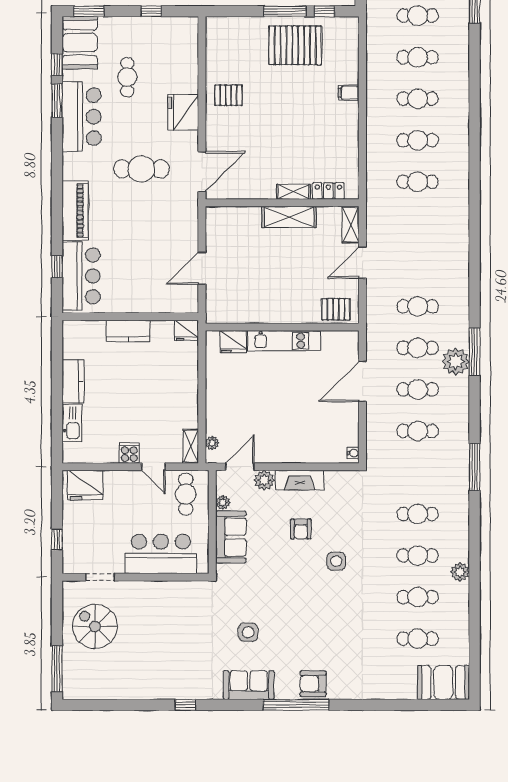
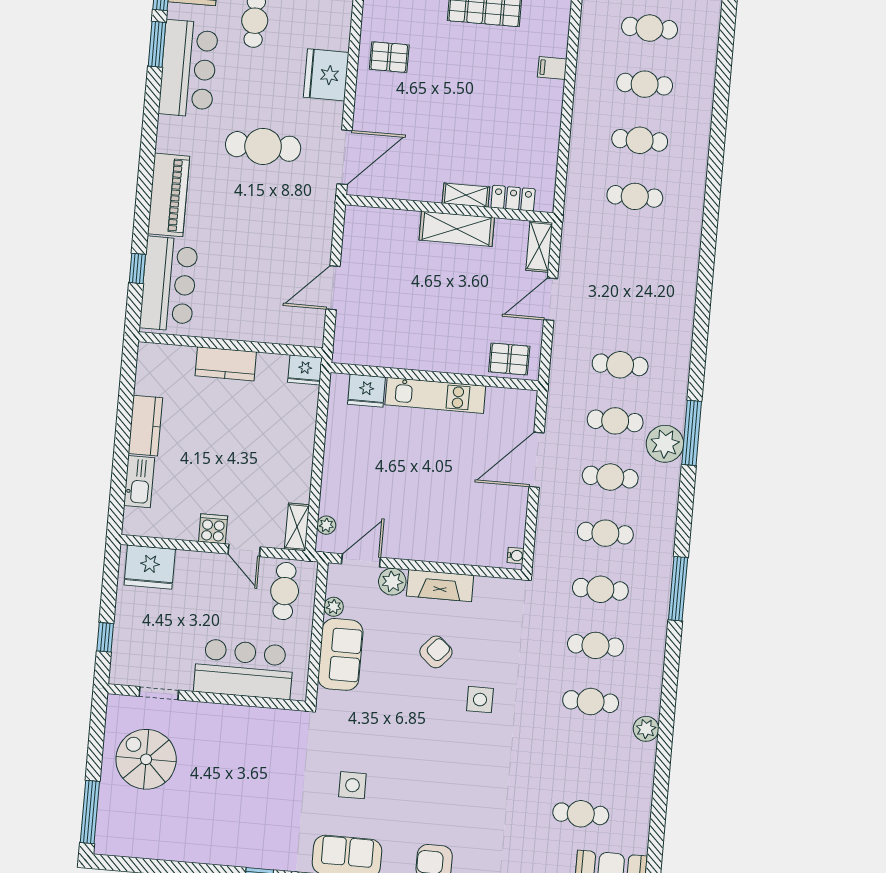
armchair: (301, 529) -> (436, 652), turned -139
cafe table: (418, 597) -> (600, 589), moved

